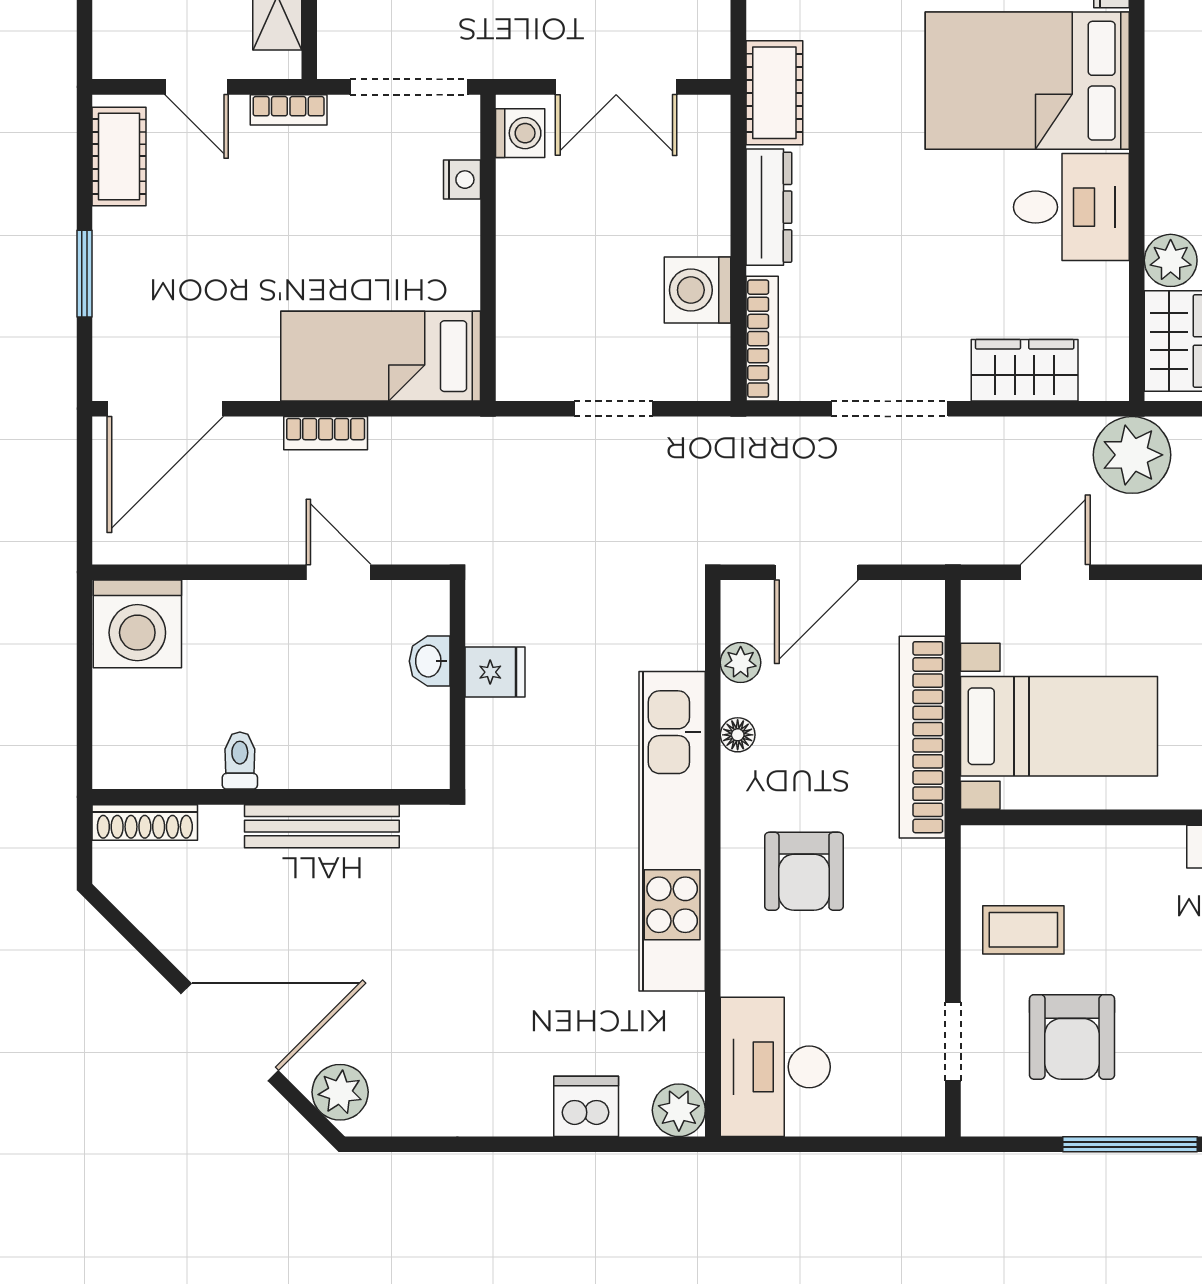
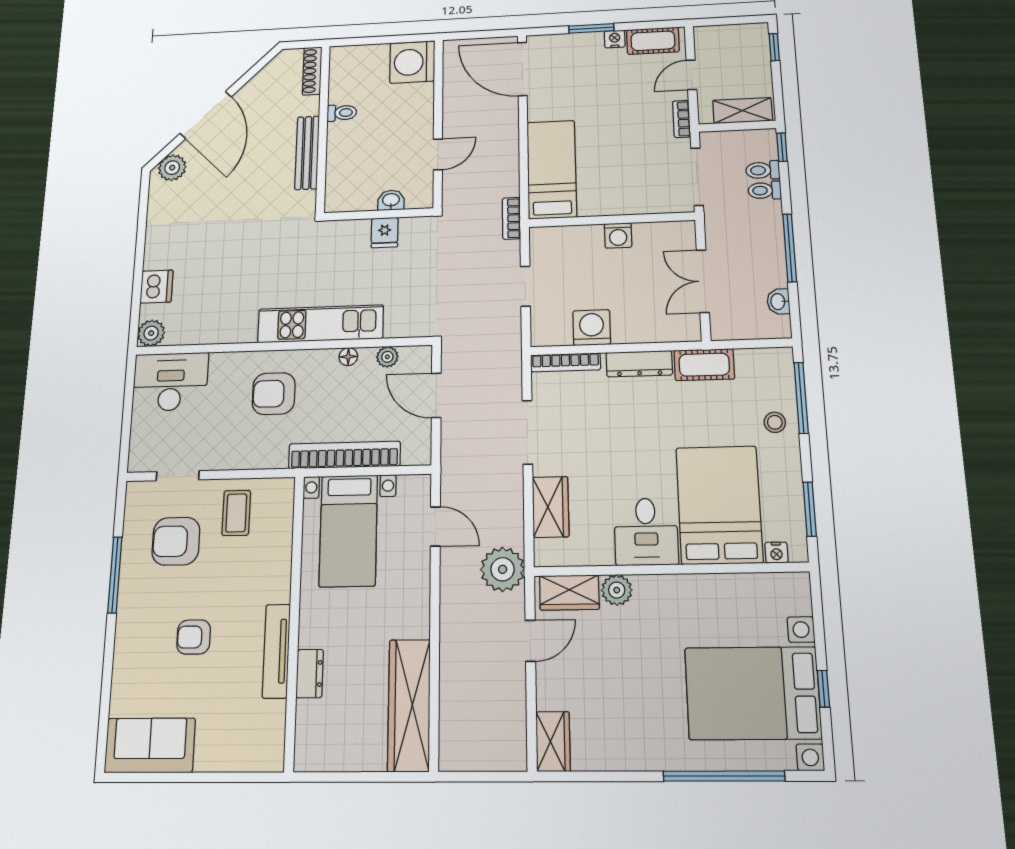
washing machine: (520, 133) -> (618, 235), moved
nightstand: (462, 180) -> (615, 39), moved, turned 180
bookcase: (326, 433) -> (511, 218), moved
kitchen unit: (672, 831) -> (321, 324), width x0.73

